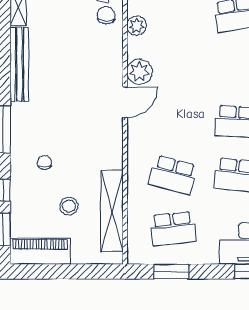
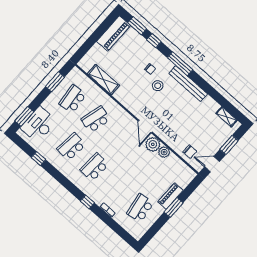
plant: (136, 26) -> (164, 152), moved
bench: (19, 64) -> (188, 84), moved
stool: (69, 206) -> (158, 86), moved
shelving: (112, 211) -> (103, 80), width x0.68

